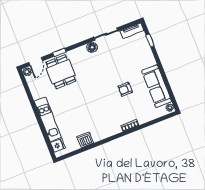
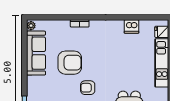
armchair: (102, 74) -> (88, 88), added
armchair: (125, 89) -> (70, 63), width x1.88, depth x1.88

